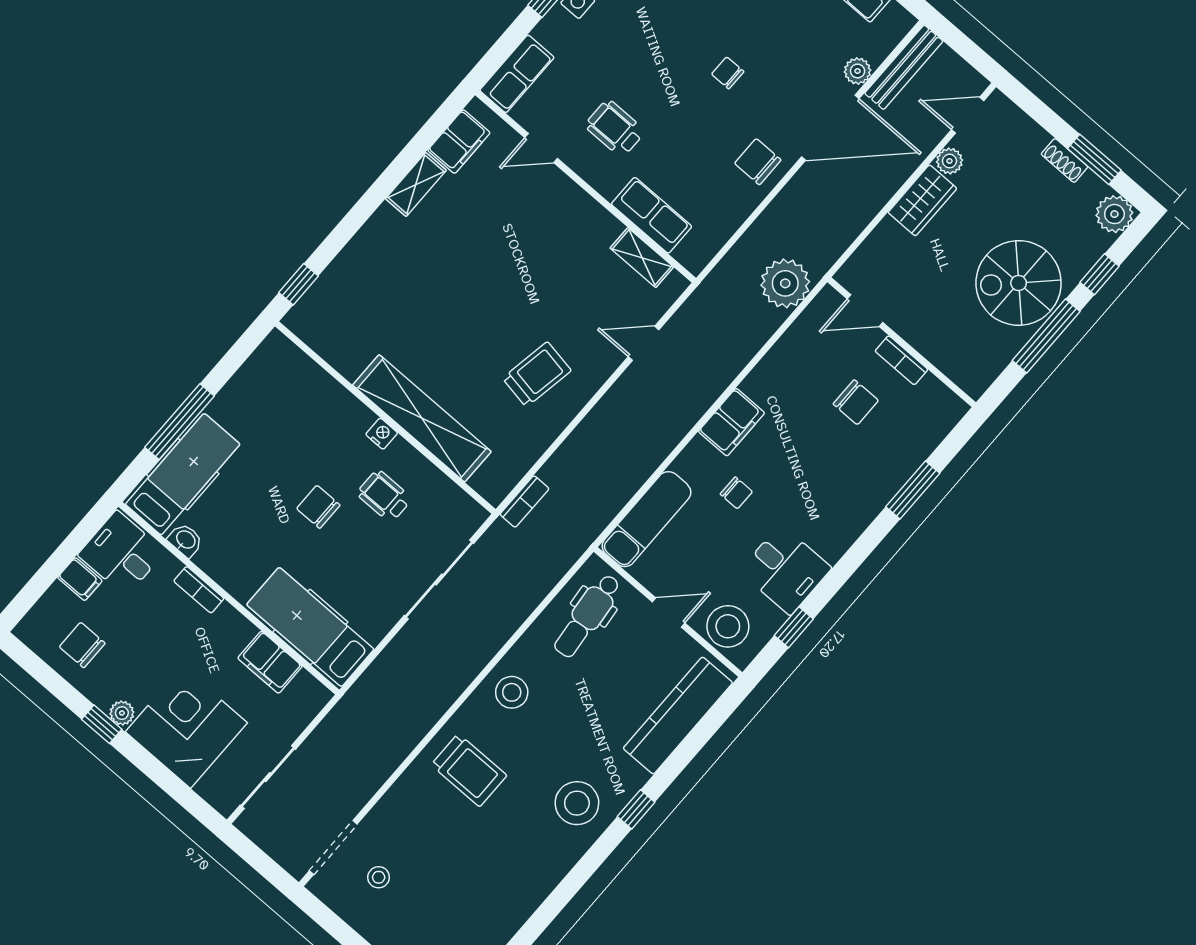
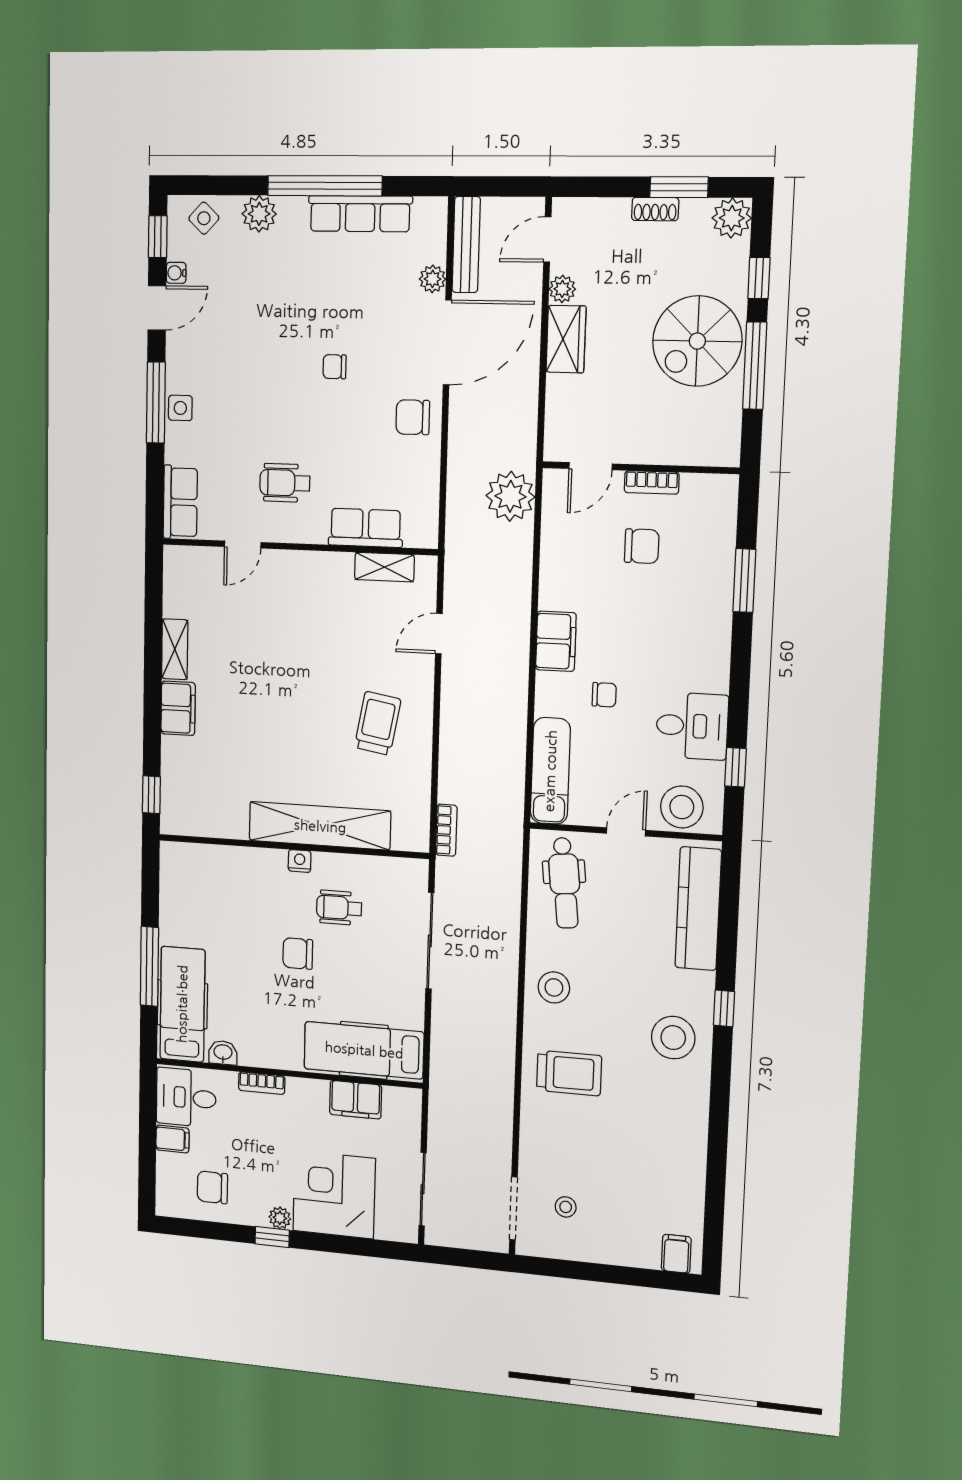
filing cabinet: (459, 142) -> (178, 708), moved

